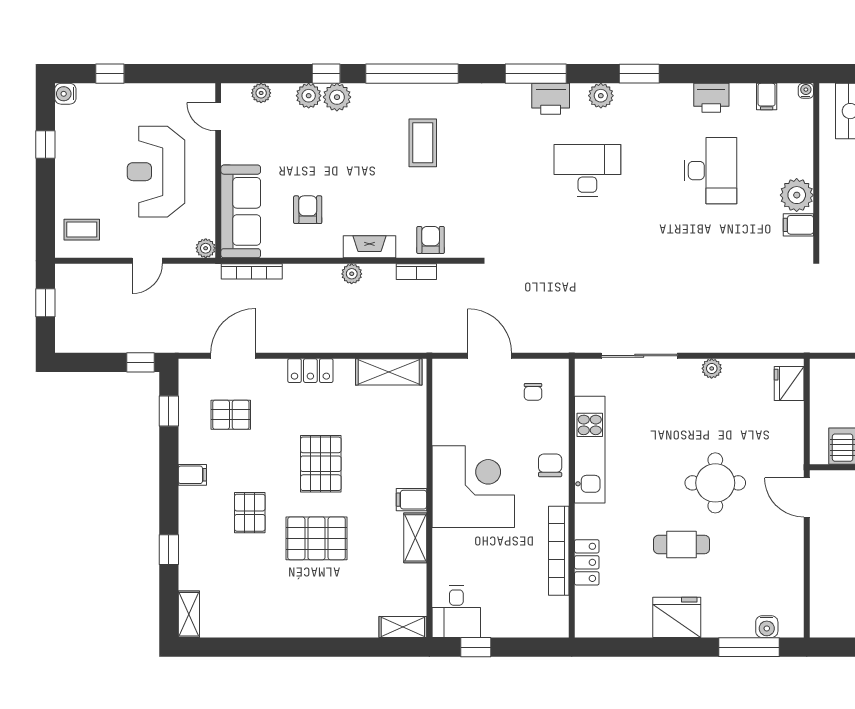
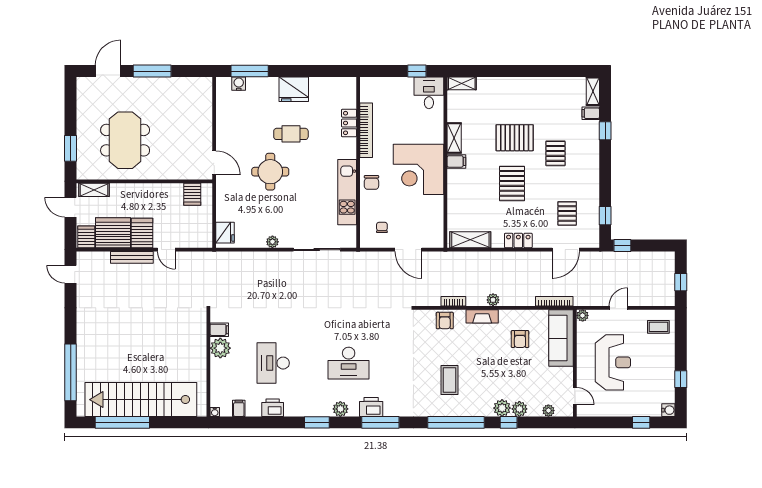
pallet: (231, 415) -> (567, 213), turned 90
filing cabinet: (192, 475) -> (591, 113), moved

